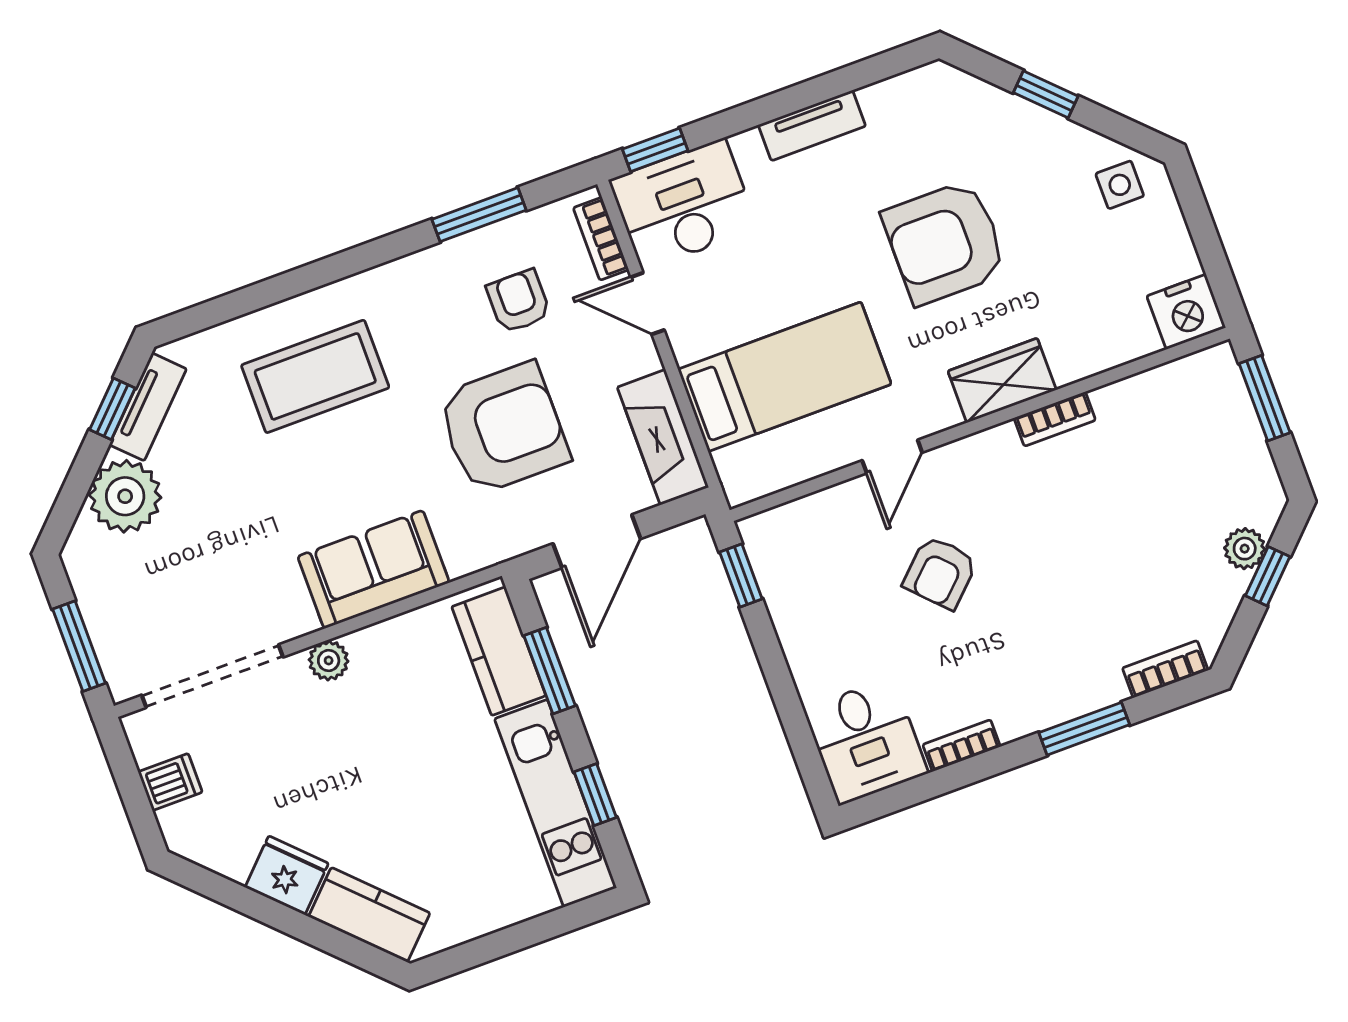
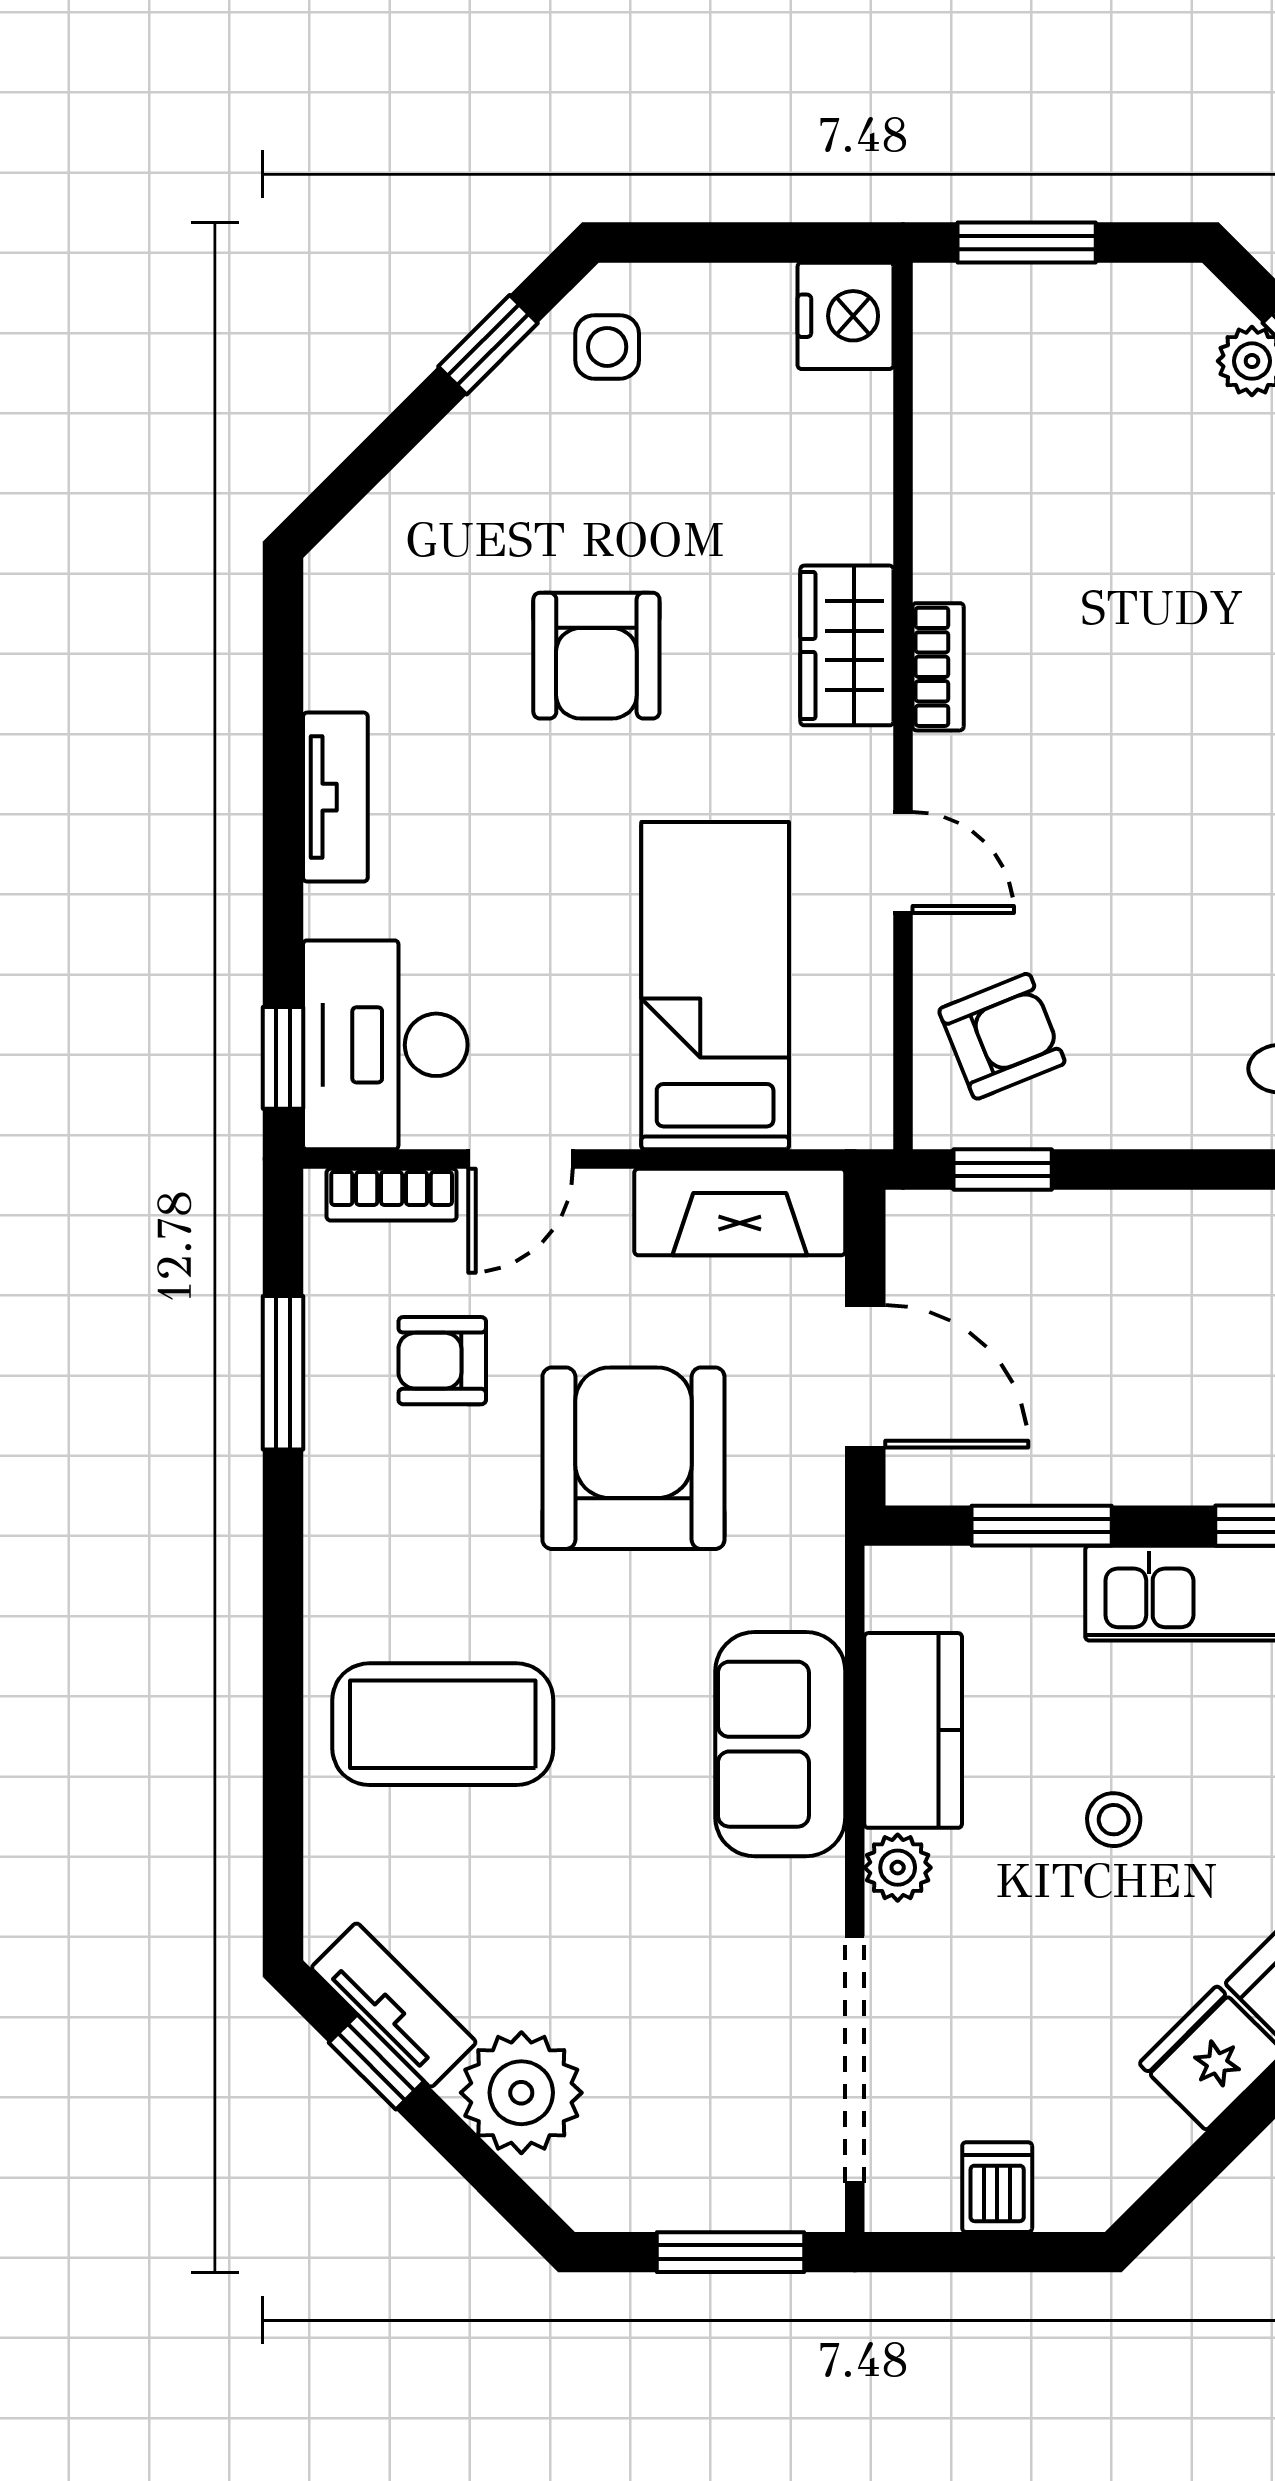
window: (1046, 94) -> (488, 345), moved
armchair: (945, 242) -> (596, 656), width x0.73, depth x0.73
coffee table: (315, 376) -> (443, 1724), turned 90
bookcase: (1055, 419) -> (938, 667), moved
armchair: (940, 573) -> (1002, 1036), moved, turned -68
kitchen counter: (499, 651) -> (913, 1730), moved, turned -90
stool: (400, 772) -> (1114, 1820), added

